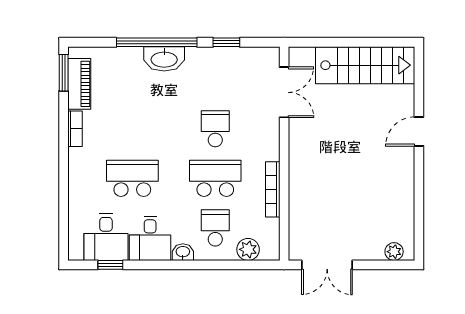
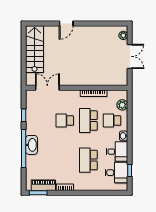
door: (419, 132) -> (66, 24), hinge flipped
double door: (327, 265) -> (130, 56), moved

